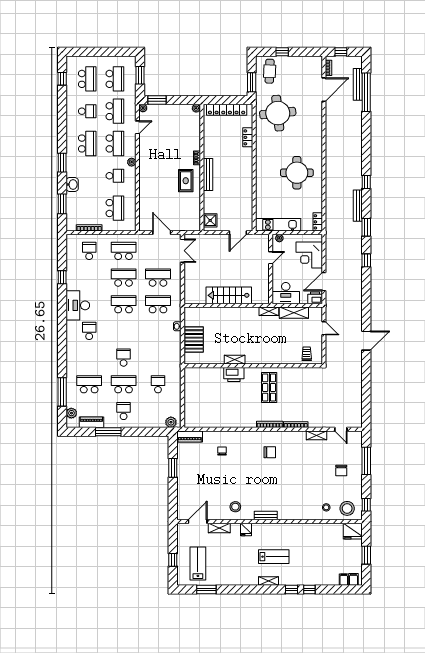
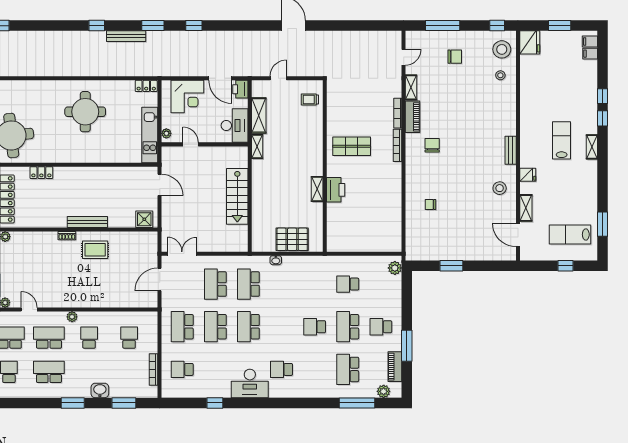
school desk: (115, 208) -> (129, 338), width x0.54
piano: (190, 437) -> (413, 117), moved

